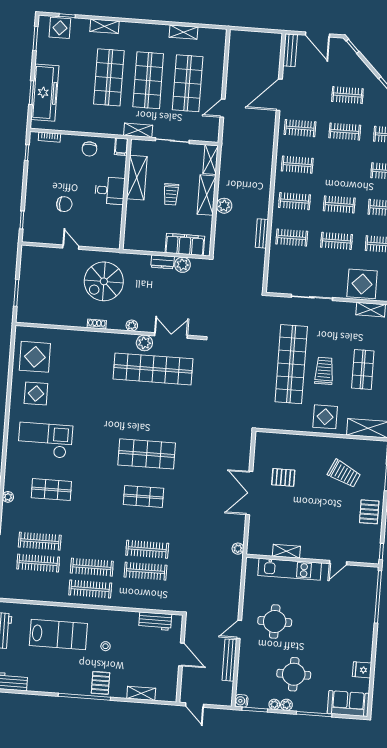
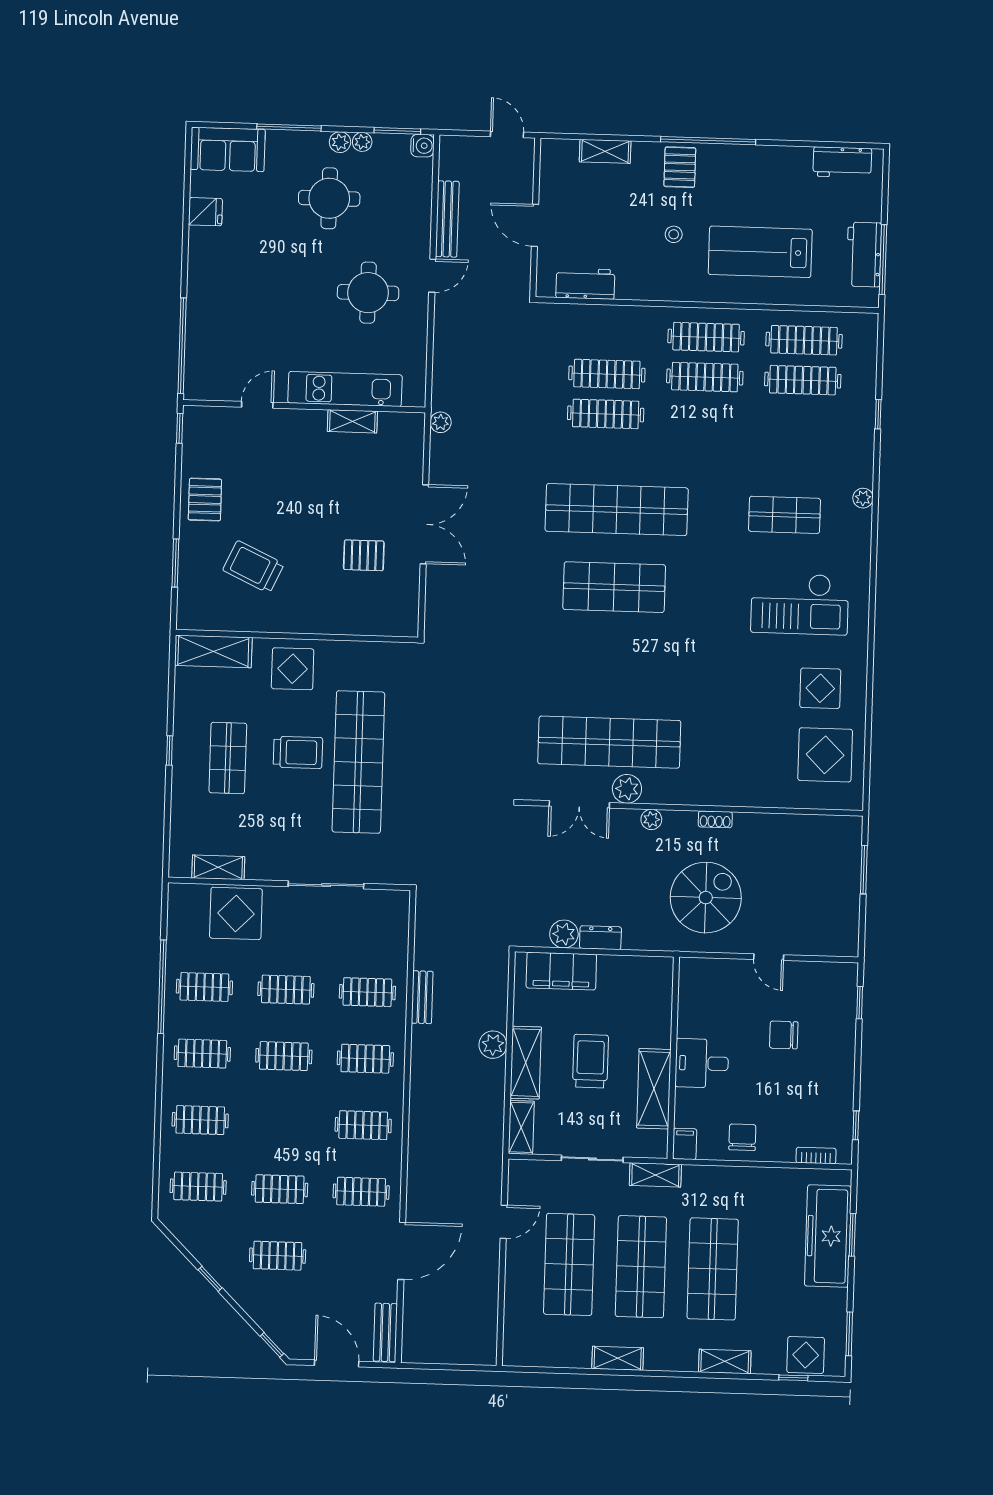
shelving: (184, 32) -> (618, 1358), moved
trolley: (171, 194) -> (590, 1061), width x1.36, depth x1.39
trolley: (324, 371) -> (298, 752), turned -90
shop shelf: (143, 496) -> (617, 510), width x2.00, depth x1.36
clothes rail: (40, 541) -> (804, 340), moved

